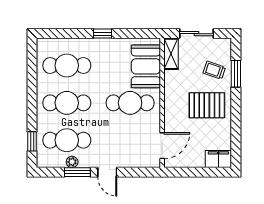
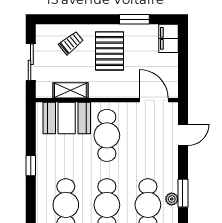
shelving: (171, 54) -> (70, 90), moved
trolley: (214, 70) -> (71, 43), turned -148
window: (236, 74) -> (134, 19), moved
door: (107, 172) -> (183, 135), moved

